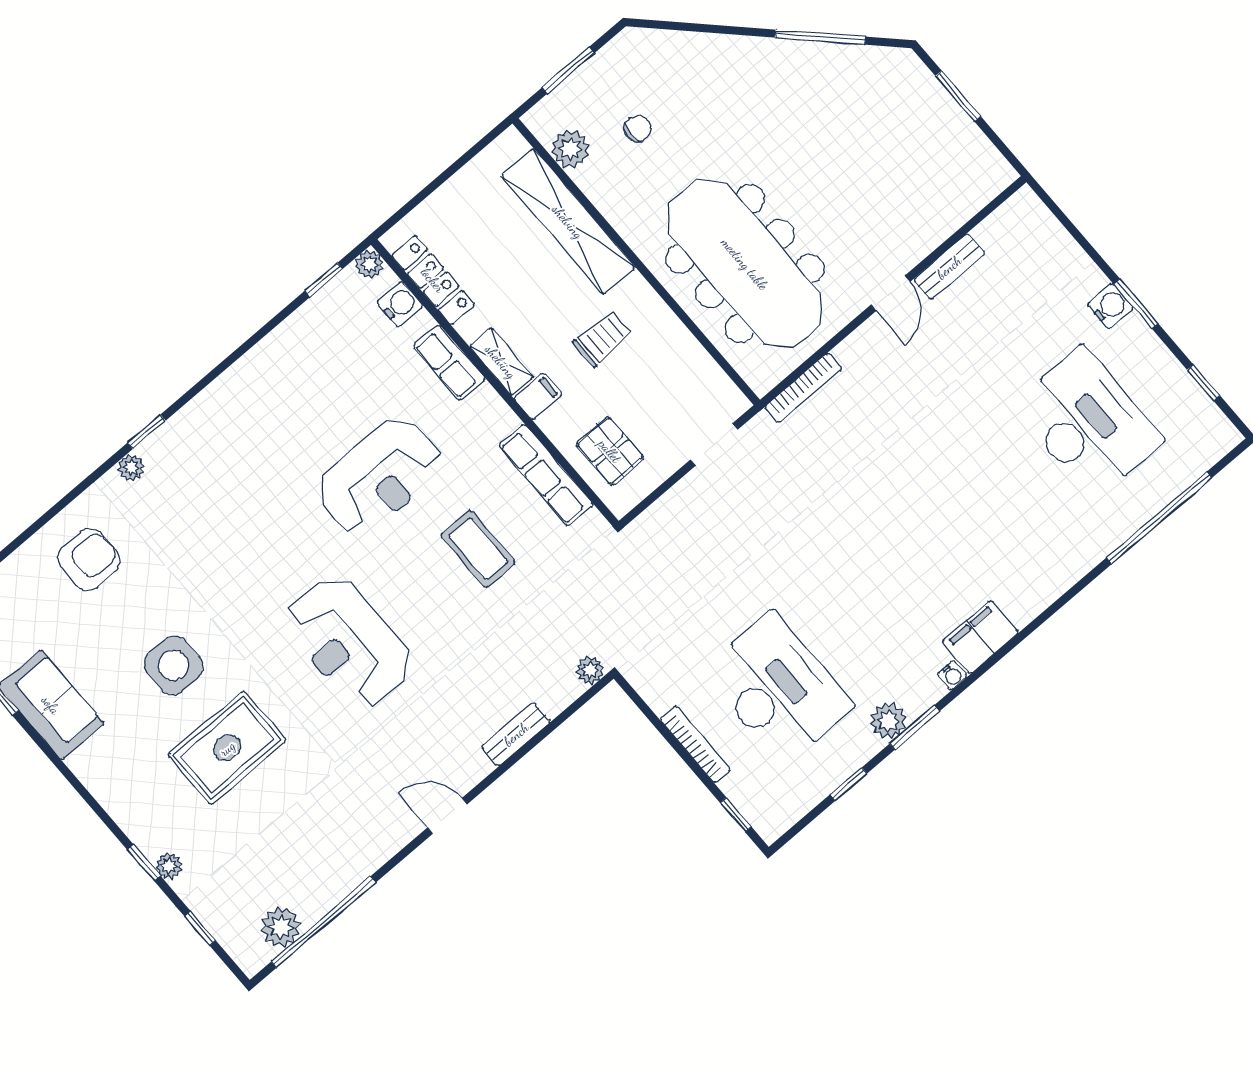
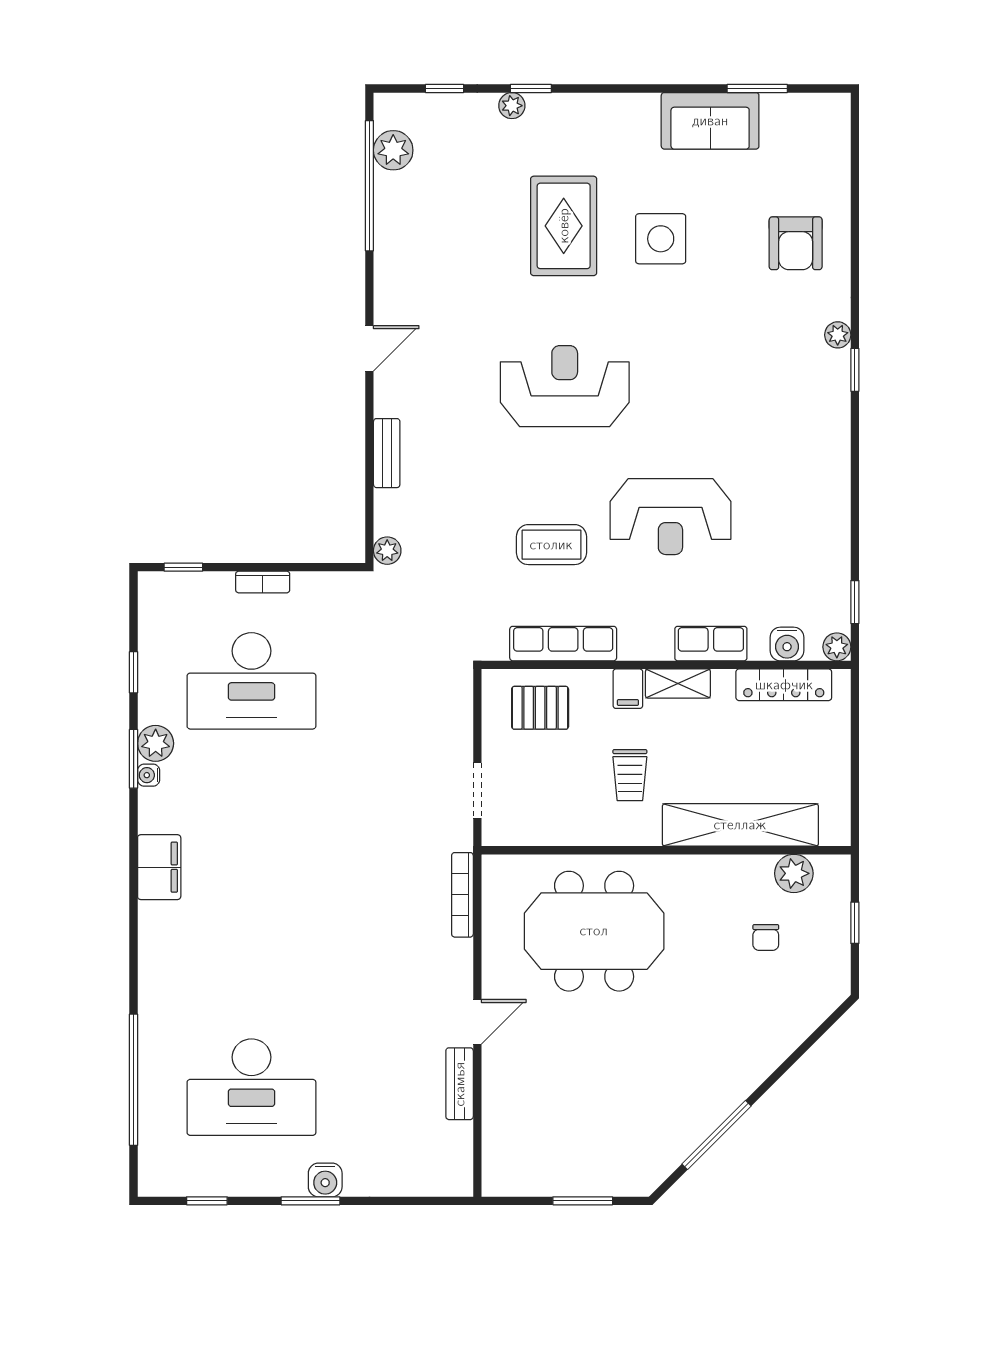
window: (568, 70) -> (855, 923), width x0.67
meeting table: (745, 264) -> (594, 931), width x0.73
door: (890, 293) -> (477, 1022), swing flipped
reception desk: (379, 476) -> (670, 517), turned -90
water cooler: (952, 675) -> (149, 775), moved
bookcase: (695, 745) -> (263, 582), width x0.64

